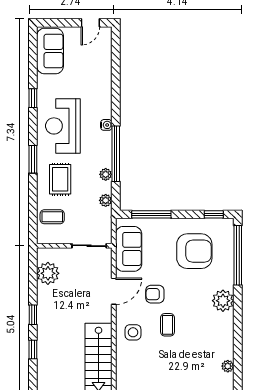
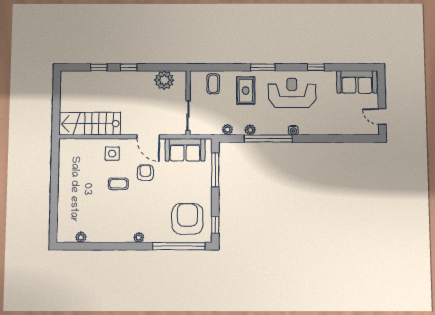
rug: (60, 179) -> (246, 91), turned 90
armchair: (194, 251) -> (187, 219), moved, turned 180
plant: (223, 301) -> (139, 237), width x0.53, depth x0.53

